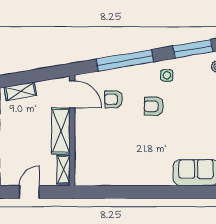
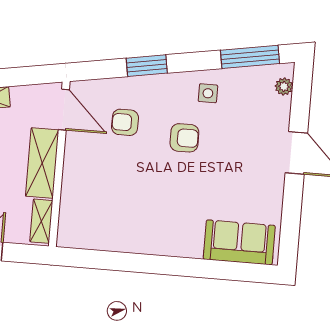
window: (125, 60) -> (147, 66), width x0.47
armchair: (154, 106) -> (184, 138), turned 180

